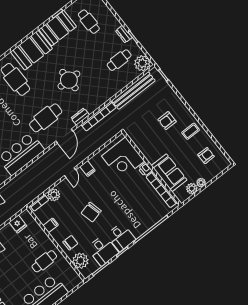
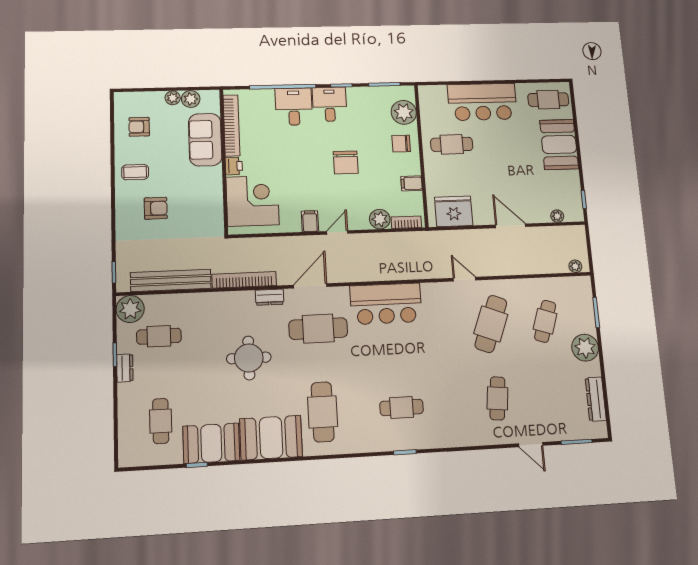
chair: (91, 212) -> (346, 162), turned 104
fridge: (18, 224) -> (454, 211), width x1.88, depth x1.34
desk: (103, 250) -> (294, 107), moved

